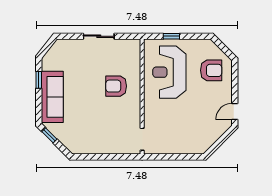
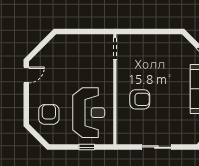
armchair: (211, 70) -> (49, 114), turned 90

